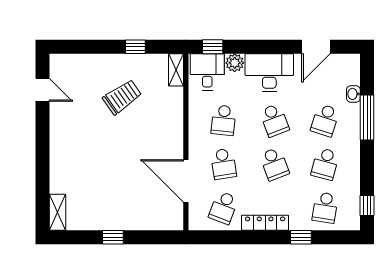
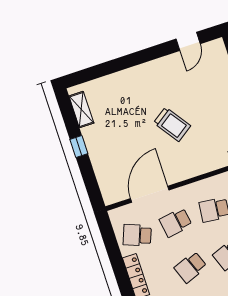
trolley: (122, 97) -> (172, 124), moved
shelving: (57, 212) -> (81, 110), moved, turned 90

